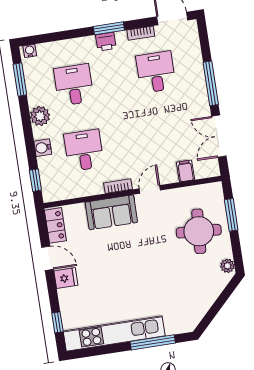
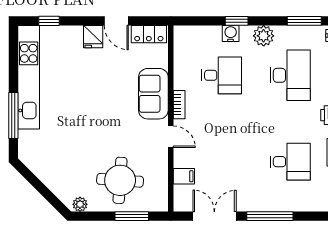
desk: (74, 85) -> (290, 75), width x1.37
window: (35, 180) -> (237, 21), moved
door: (47, 258) -> (116, 21), hinge flipped

